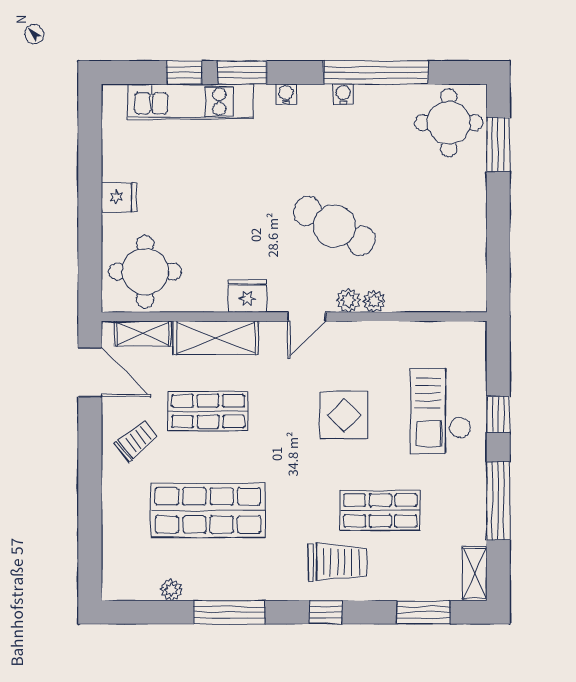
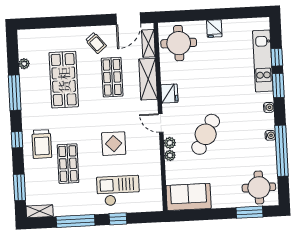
sofa: (461, 267) -> (189, 197), added

